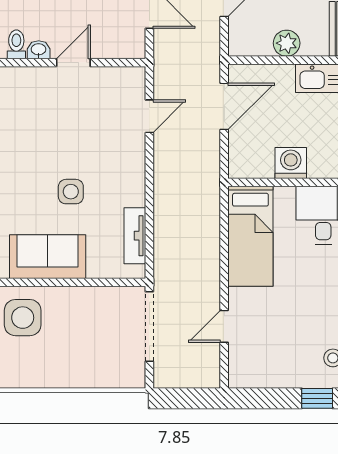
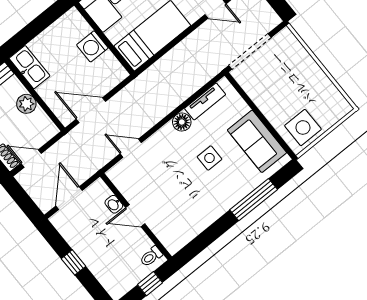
washbasin: (39, 50) -> (114, 204), moved
floor lamp: (133, 193) -> (182, 122), added

